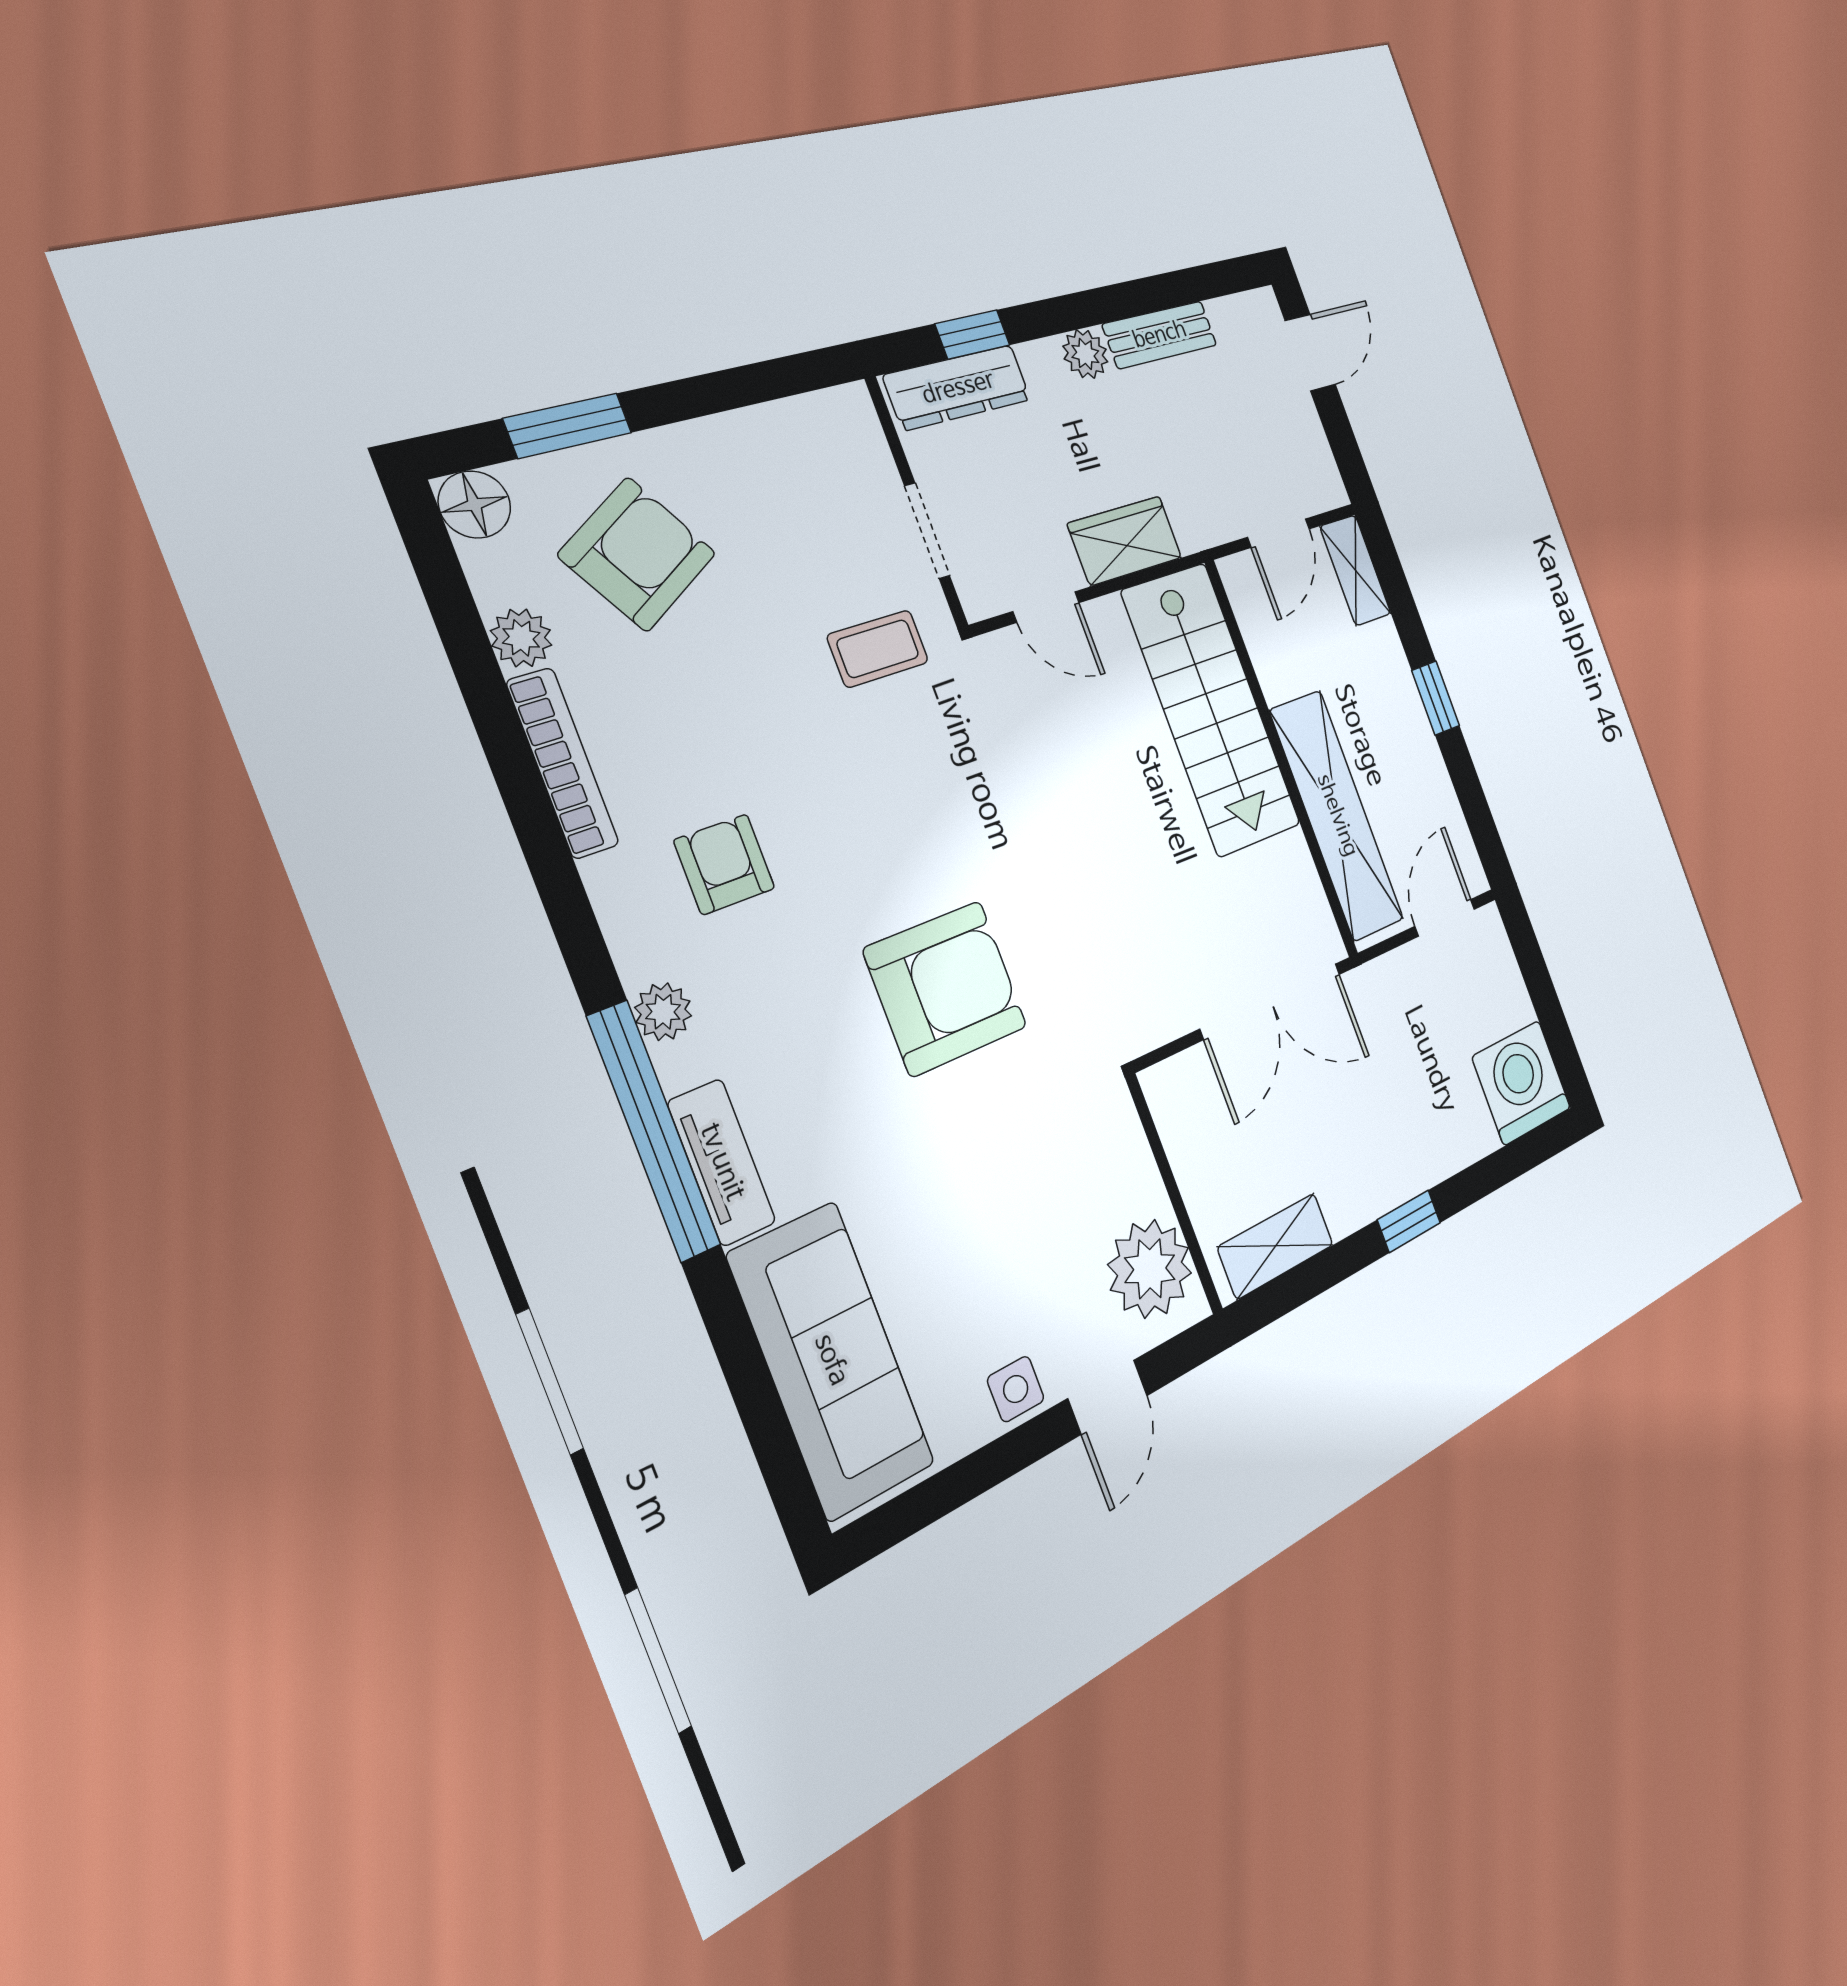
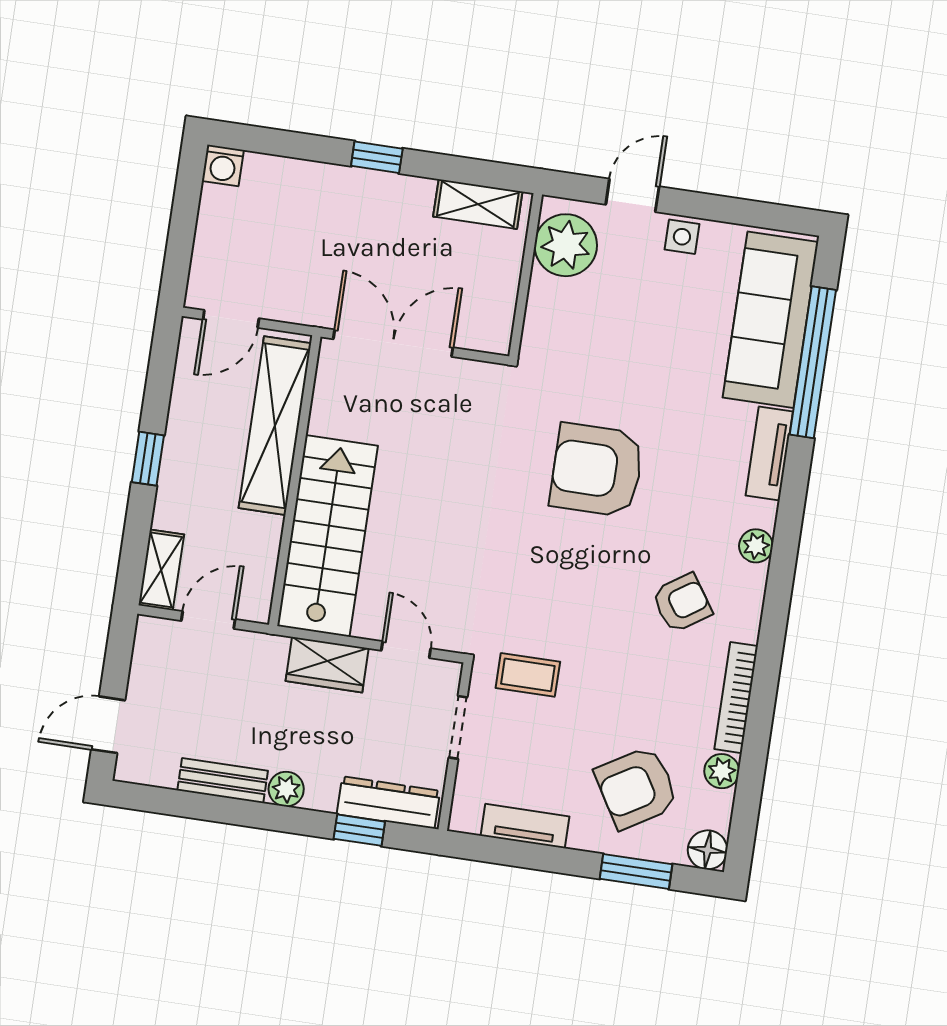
tv unit: (765, 429) -> (525, 826), added
armchair: (724, 864) -> (682, 603), turned -124
washing machine: (1521, 1083) -> (223, 165), width x0.53, depth x0.53
window: (654, 1131) -> (813, 362), moved

